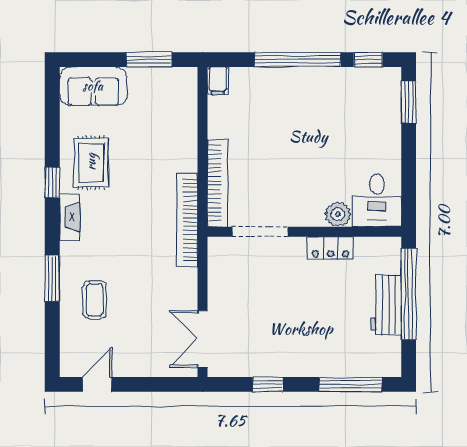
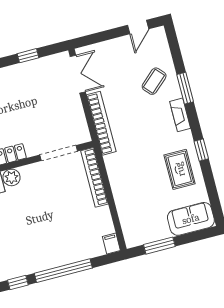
fireplace: (70, 217) -> (180, 115), moved
bookcase: (187, 220) -> (101, 123), moved
coffee table: (95, 300) -> (154, 81), turned 48

